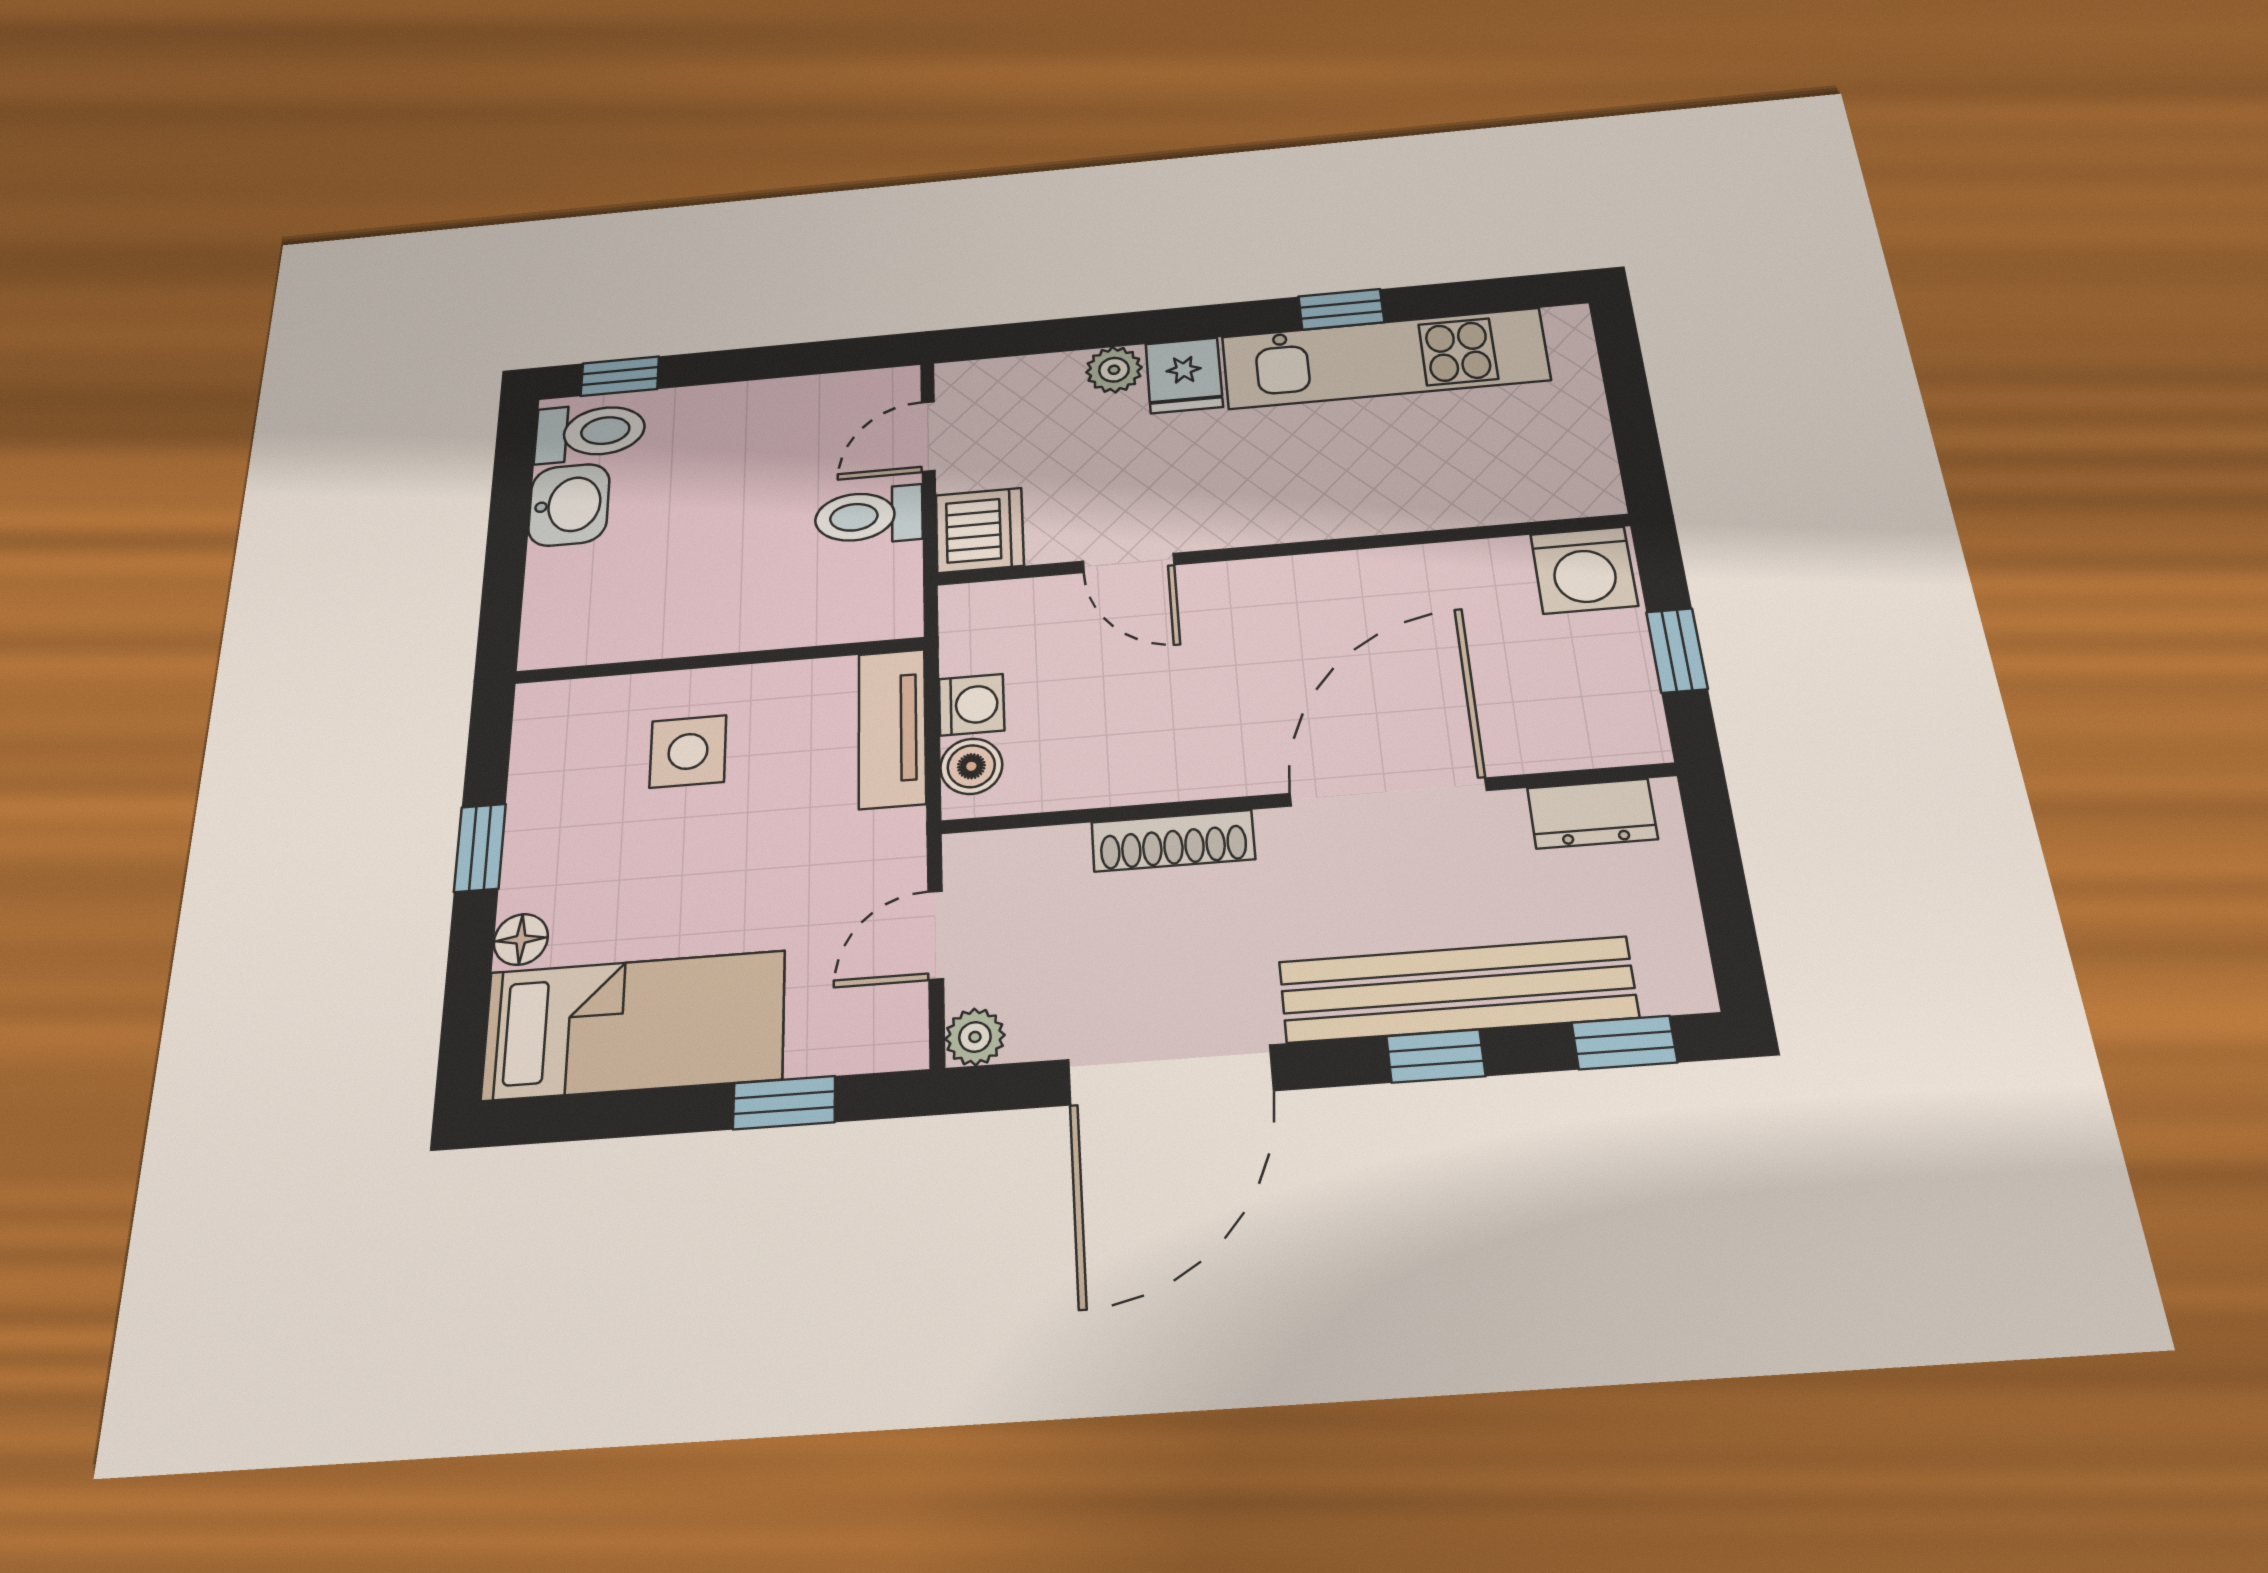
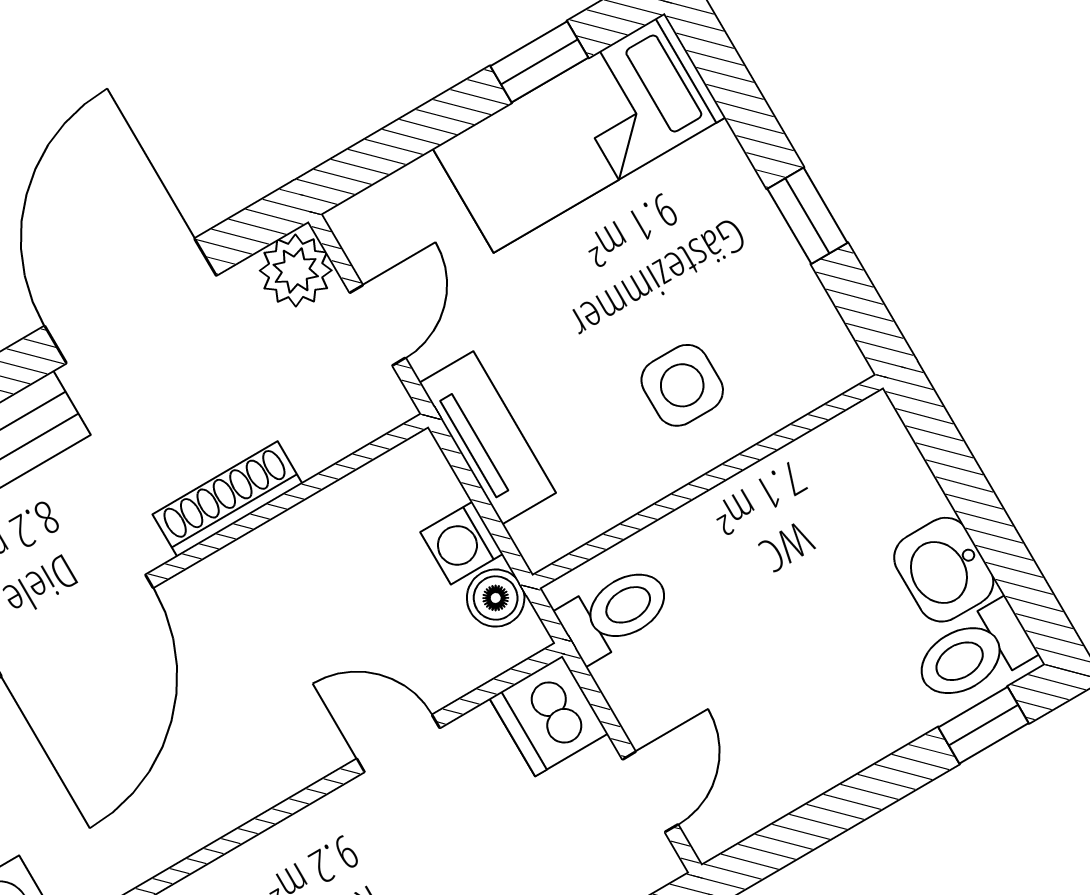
toilet: (869, 516) -> (615, 612), moved
tv unit: (892, 728) -> (488, 438), moved
boiler: (971, 766) -> (496, 598), moved
floor lamp: (521, 939) -> (720, 156), removed
plant: (975, 1037) -> (296, 270), width x1.38, depth x1.38
window: (784, 1103) -> (539, 62), moved

